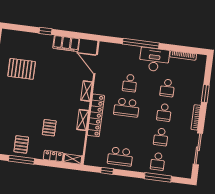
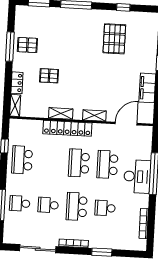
desk: (154, 60) -> (137, 176), moved
school desk: (130, 83) -> (107, 164), width x1.85
school desk: (164, 112) -> (77, 206), width x1.85

